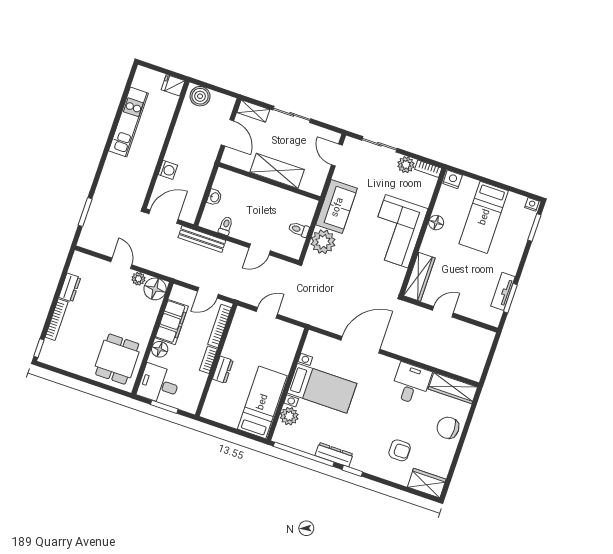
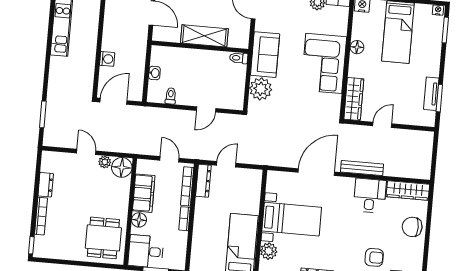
toilet: (299, 229) -> (239, 58), moved
bench: (202, 239) -> (362, 168), moved
door: (208, 293) -> (169, 159), swing flipped
dresser: (223, 370) -> (203, 181), moved, width x1.44

